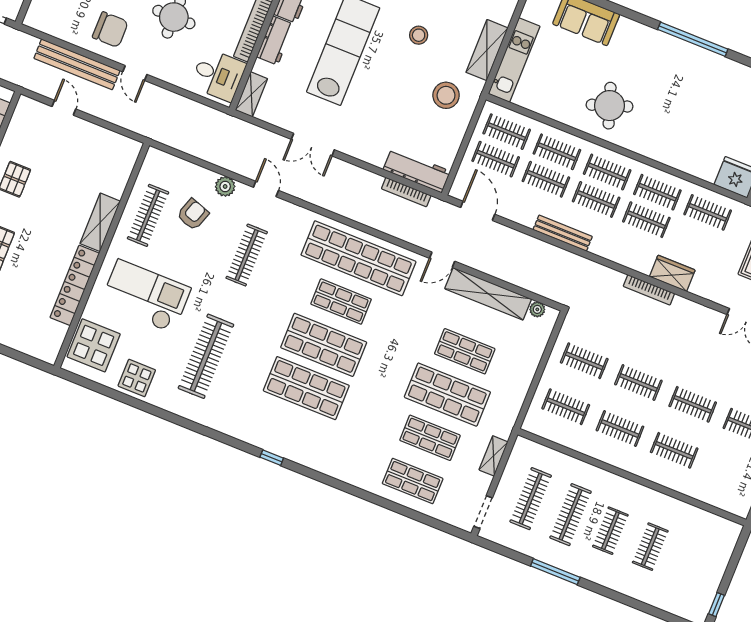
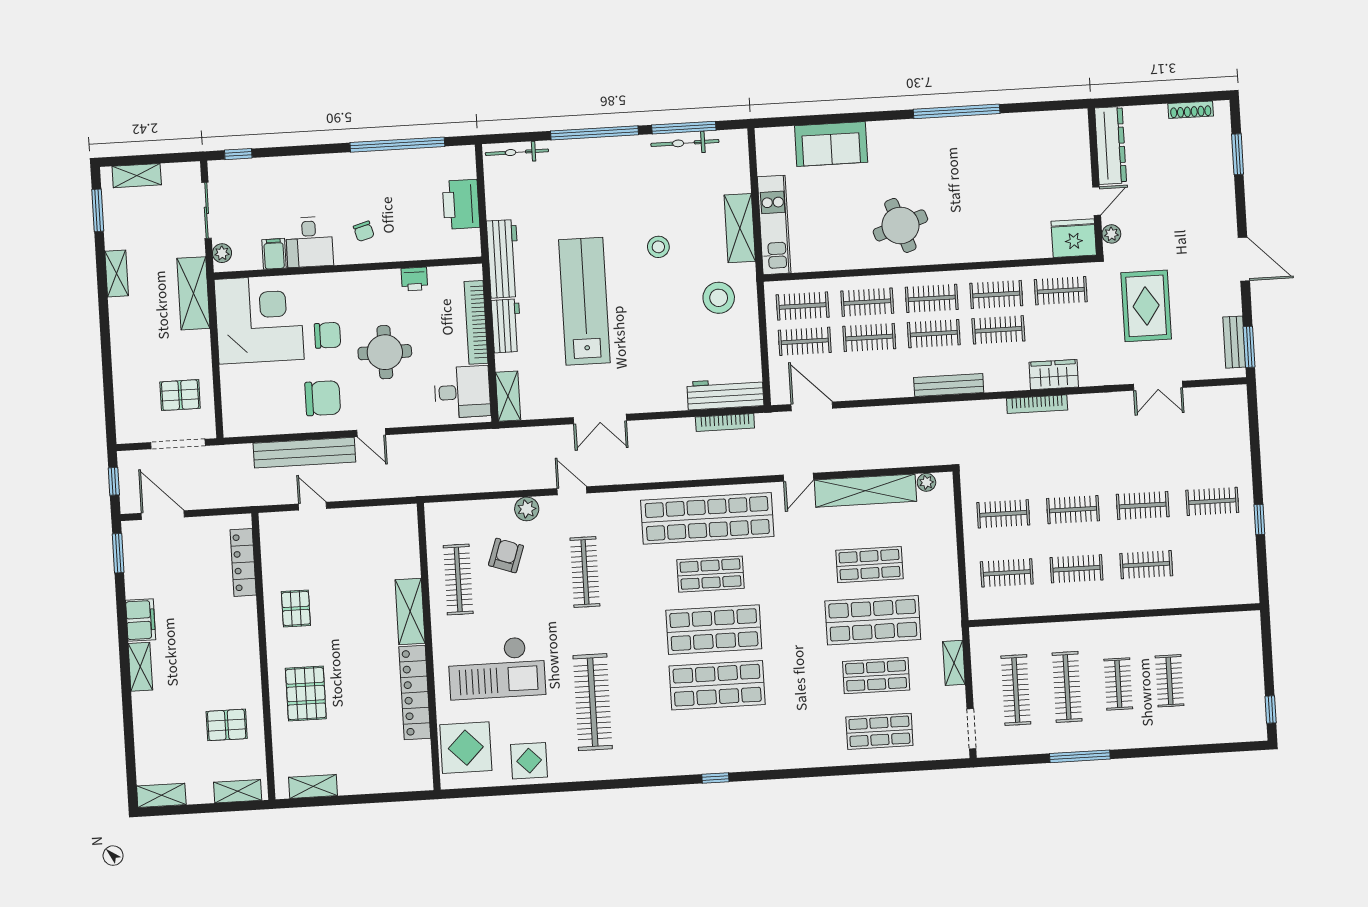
bench: (563, 233) -> (949, 385), moved
checkout: (146, 296) -> (497, 668), turned 180

